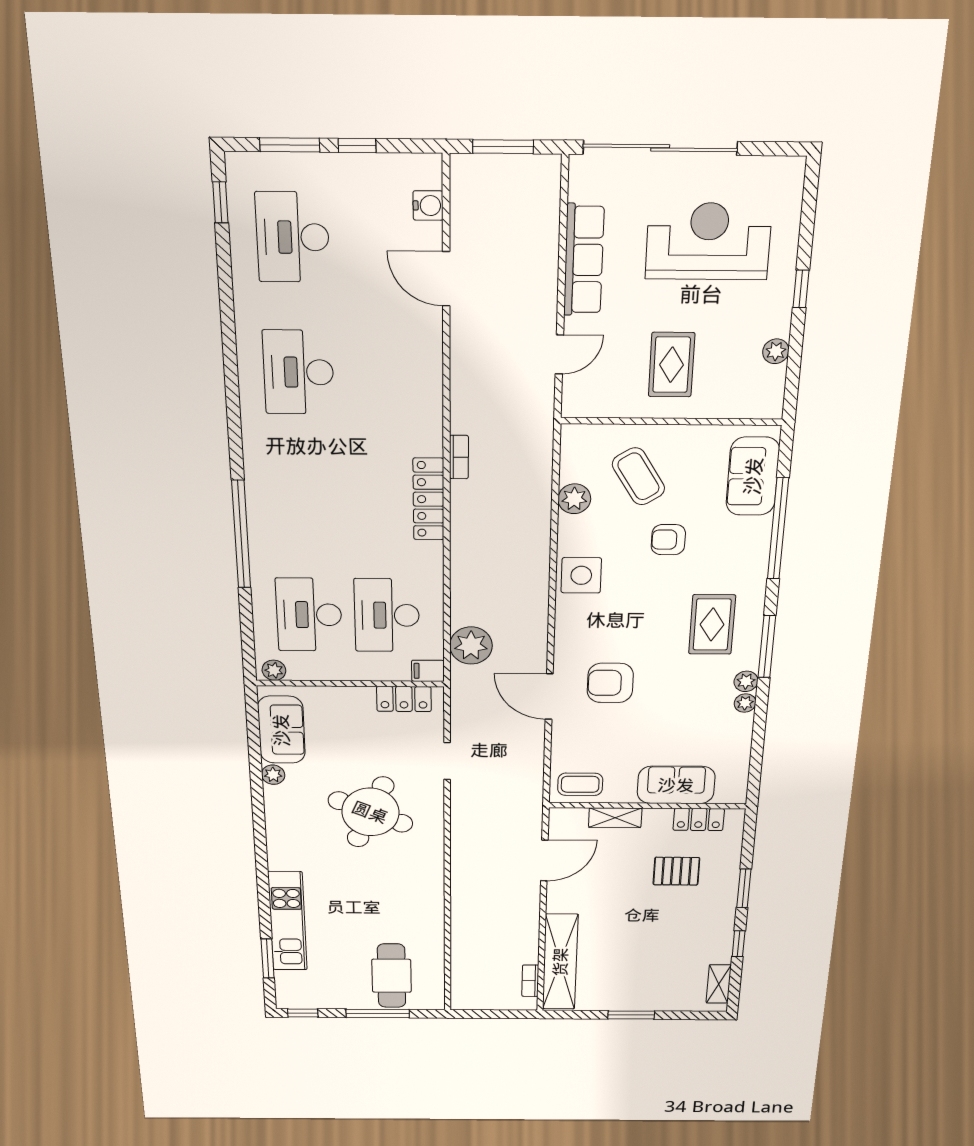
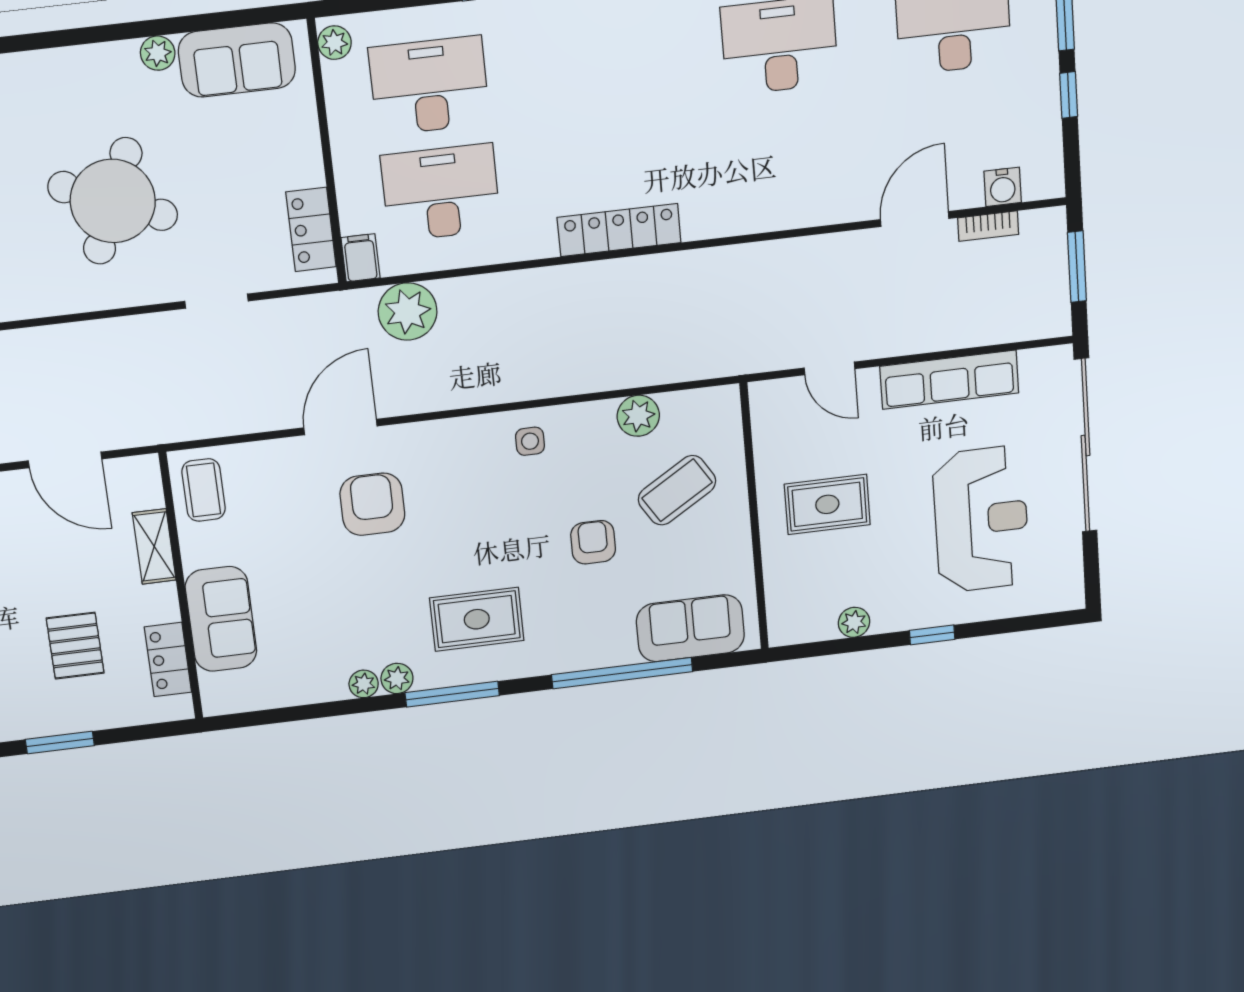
bookcase: (459, 457) -> (988, 226), moved
side table: (581, 575) -> (530, 441), width x0.54, depth x0.54

